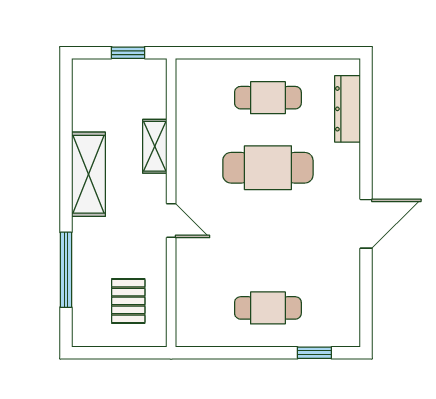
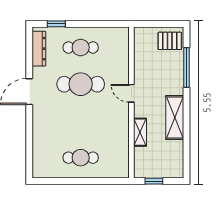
dresser: (348, 109) -> (39, 49), moved
cafe table: (268, 168) -> (81, 84), moved
pallet: (128, 301) -> (170, 41), moved, turned 90

